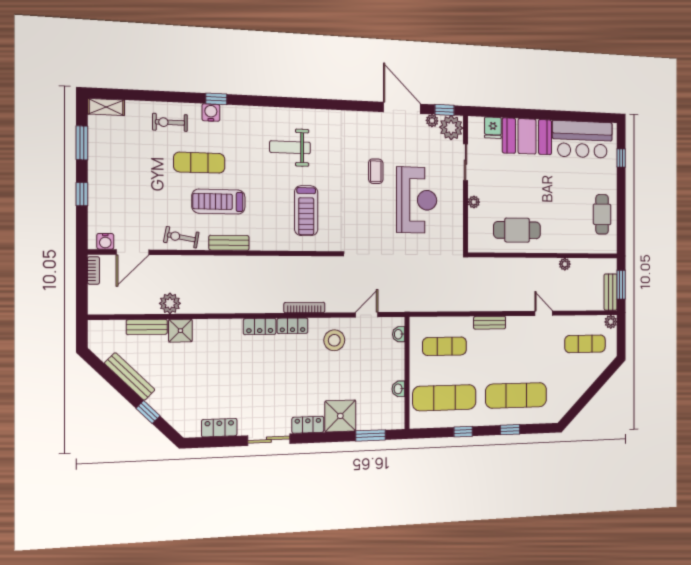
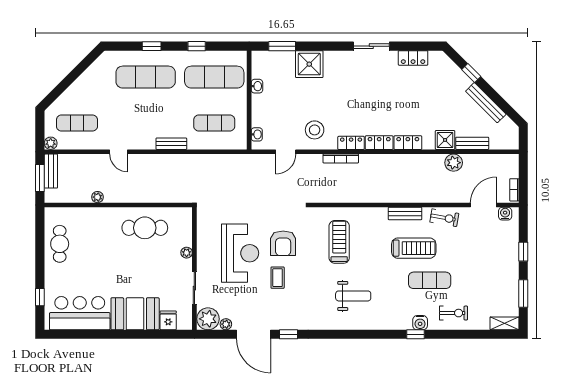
window: (445, 110) -> (289, 334), moved
reception desk: (417, 200) -> (240, 253), turned 180
armchair: (370, 210) -> (283, 243), added
locker: (308, 425) -> (408, 143), moved, turned 180

